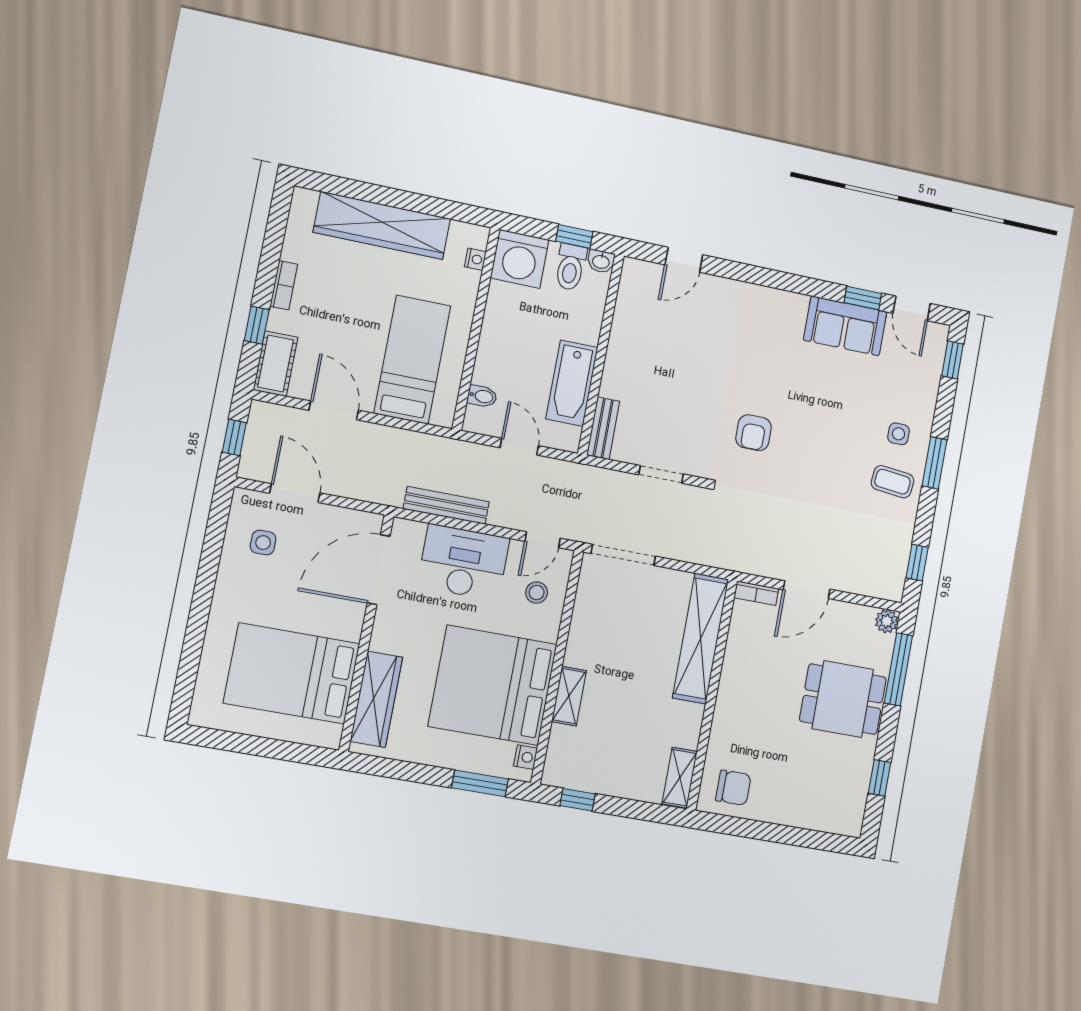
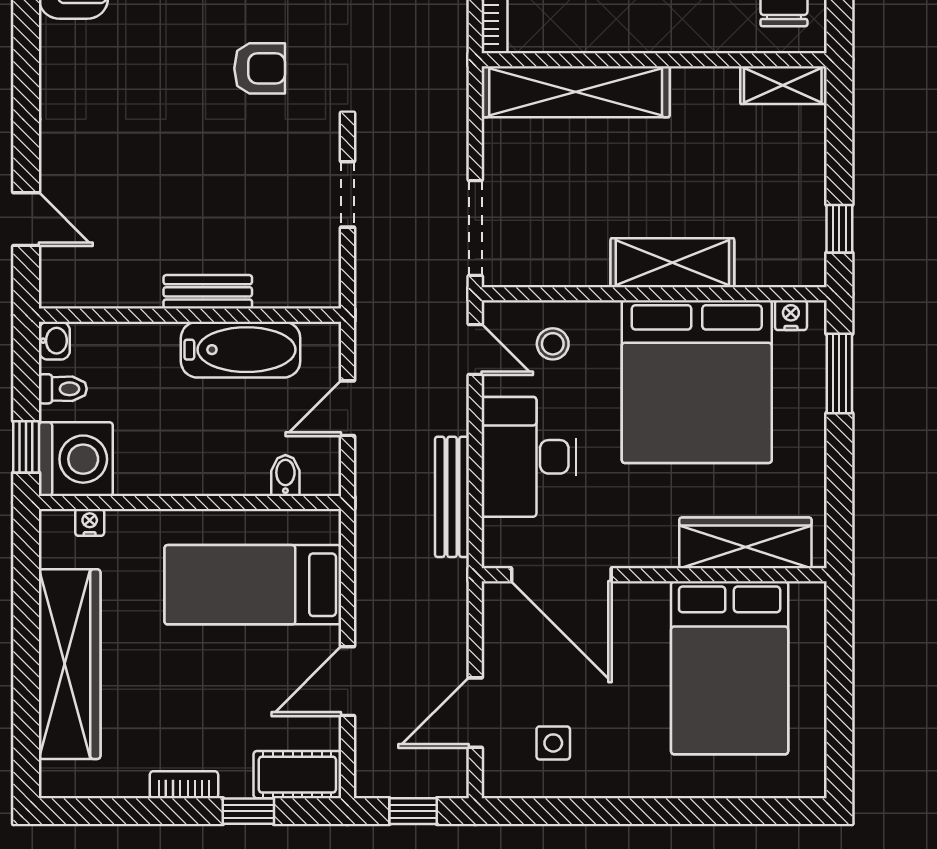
window: (574, 236) -> (26, 447), moved
toilet: (571, 267) -> (63, 389), width x0.73, depth x0.72
bench: (603, 428) -> (208, 292), moved
shelving: (569, 696) -> (672, 263), width x1.50, depth x1.33

